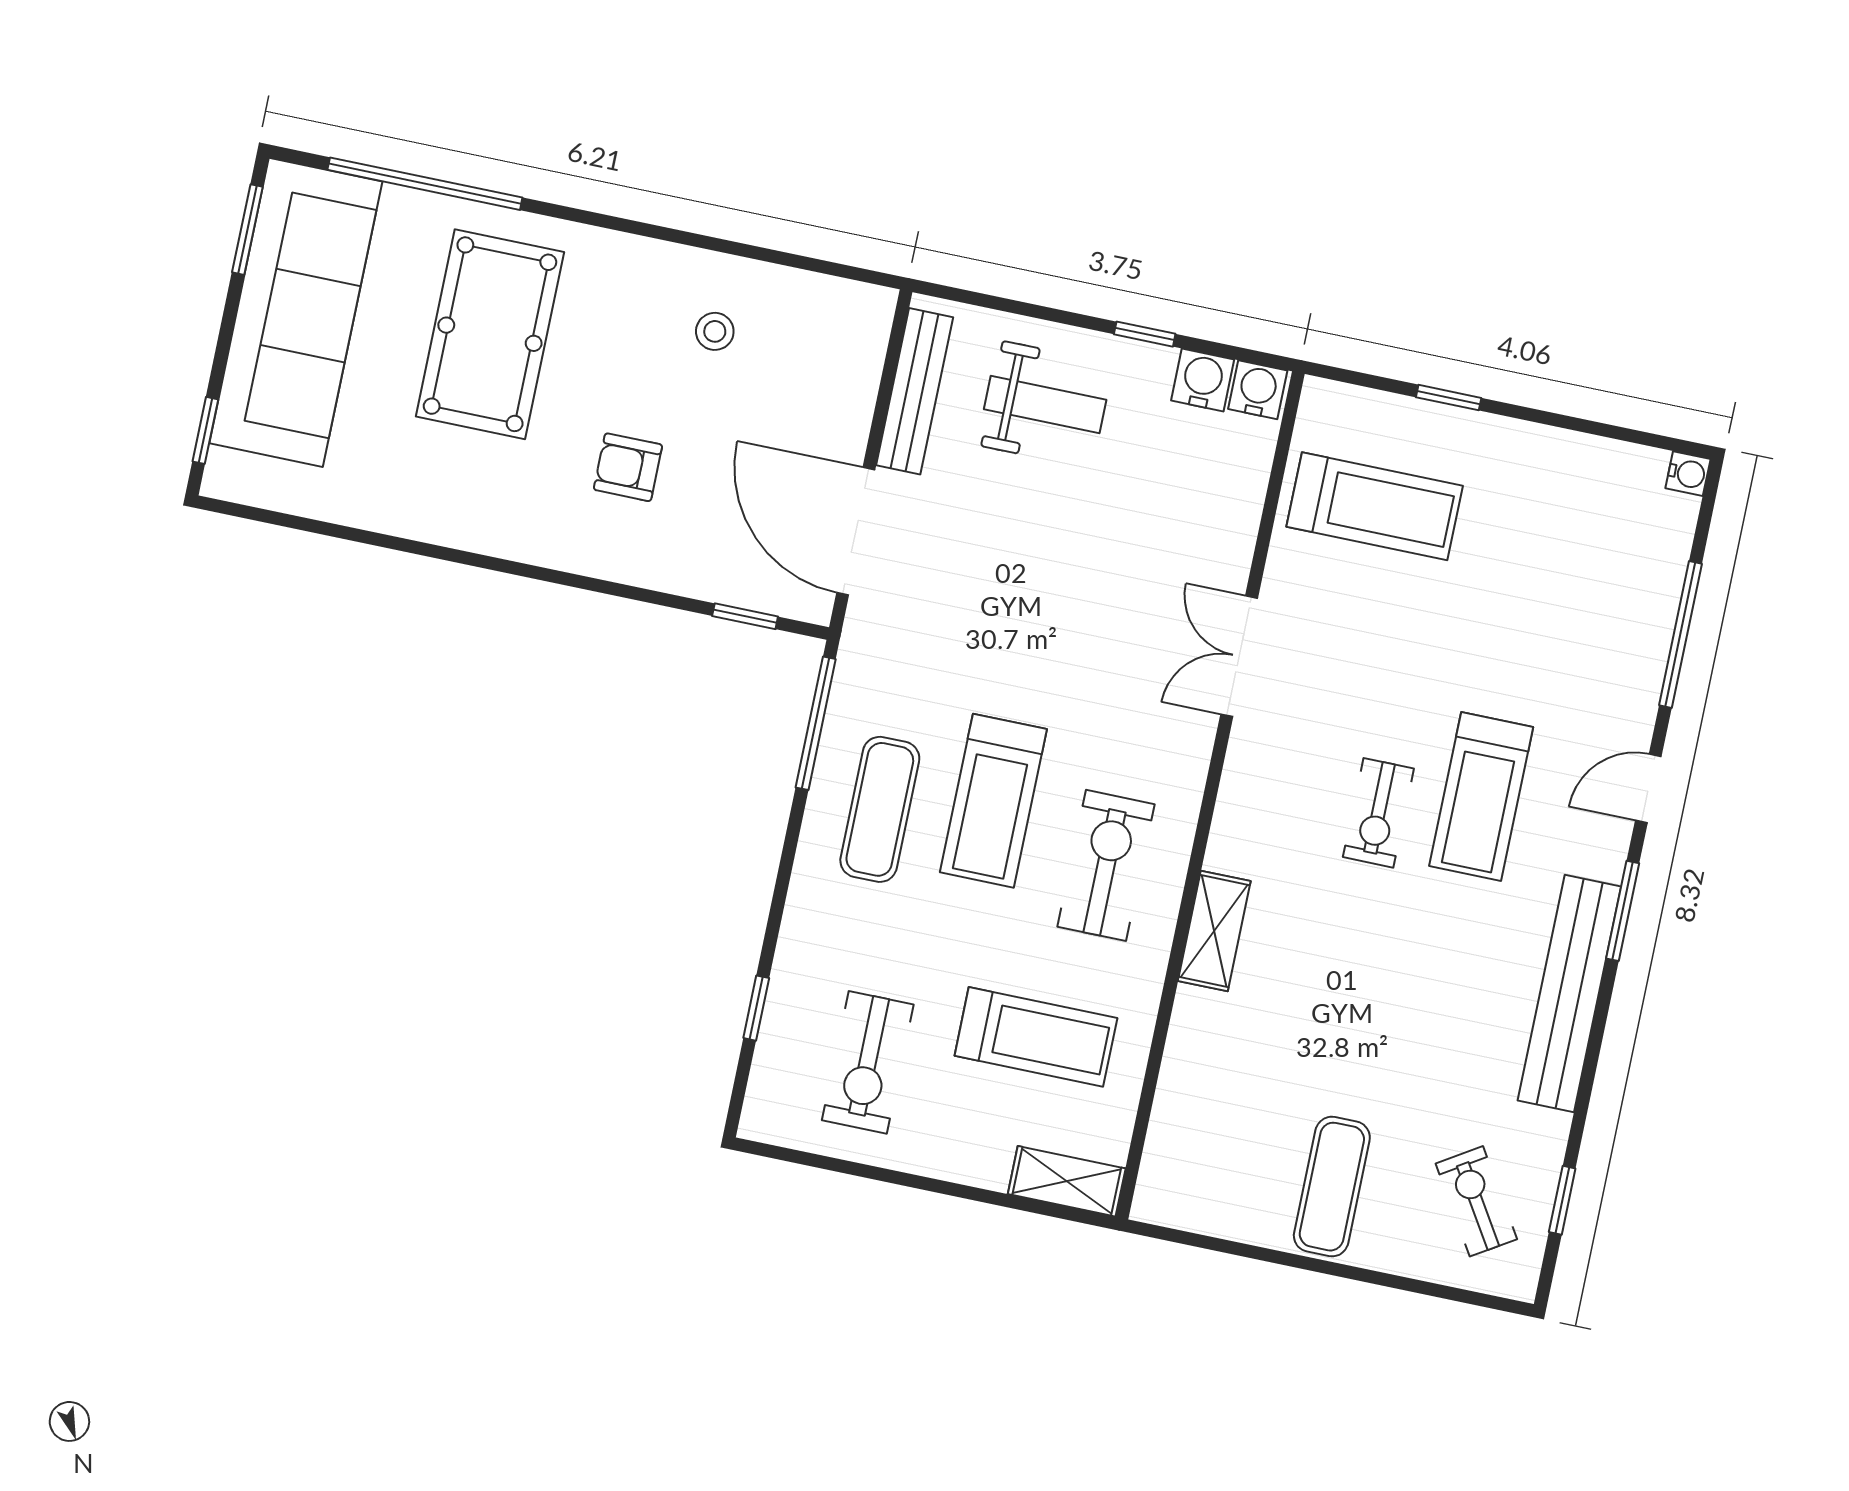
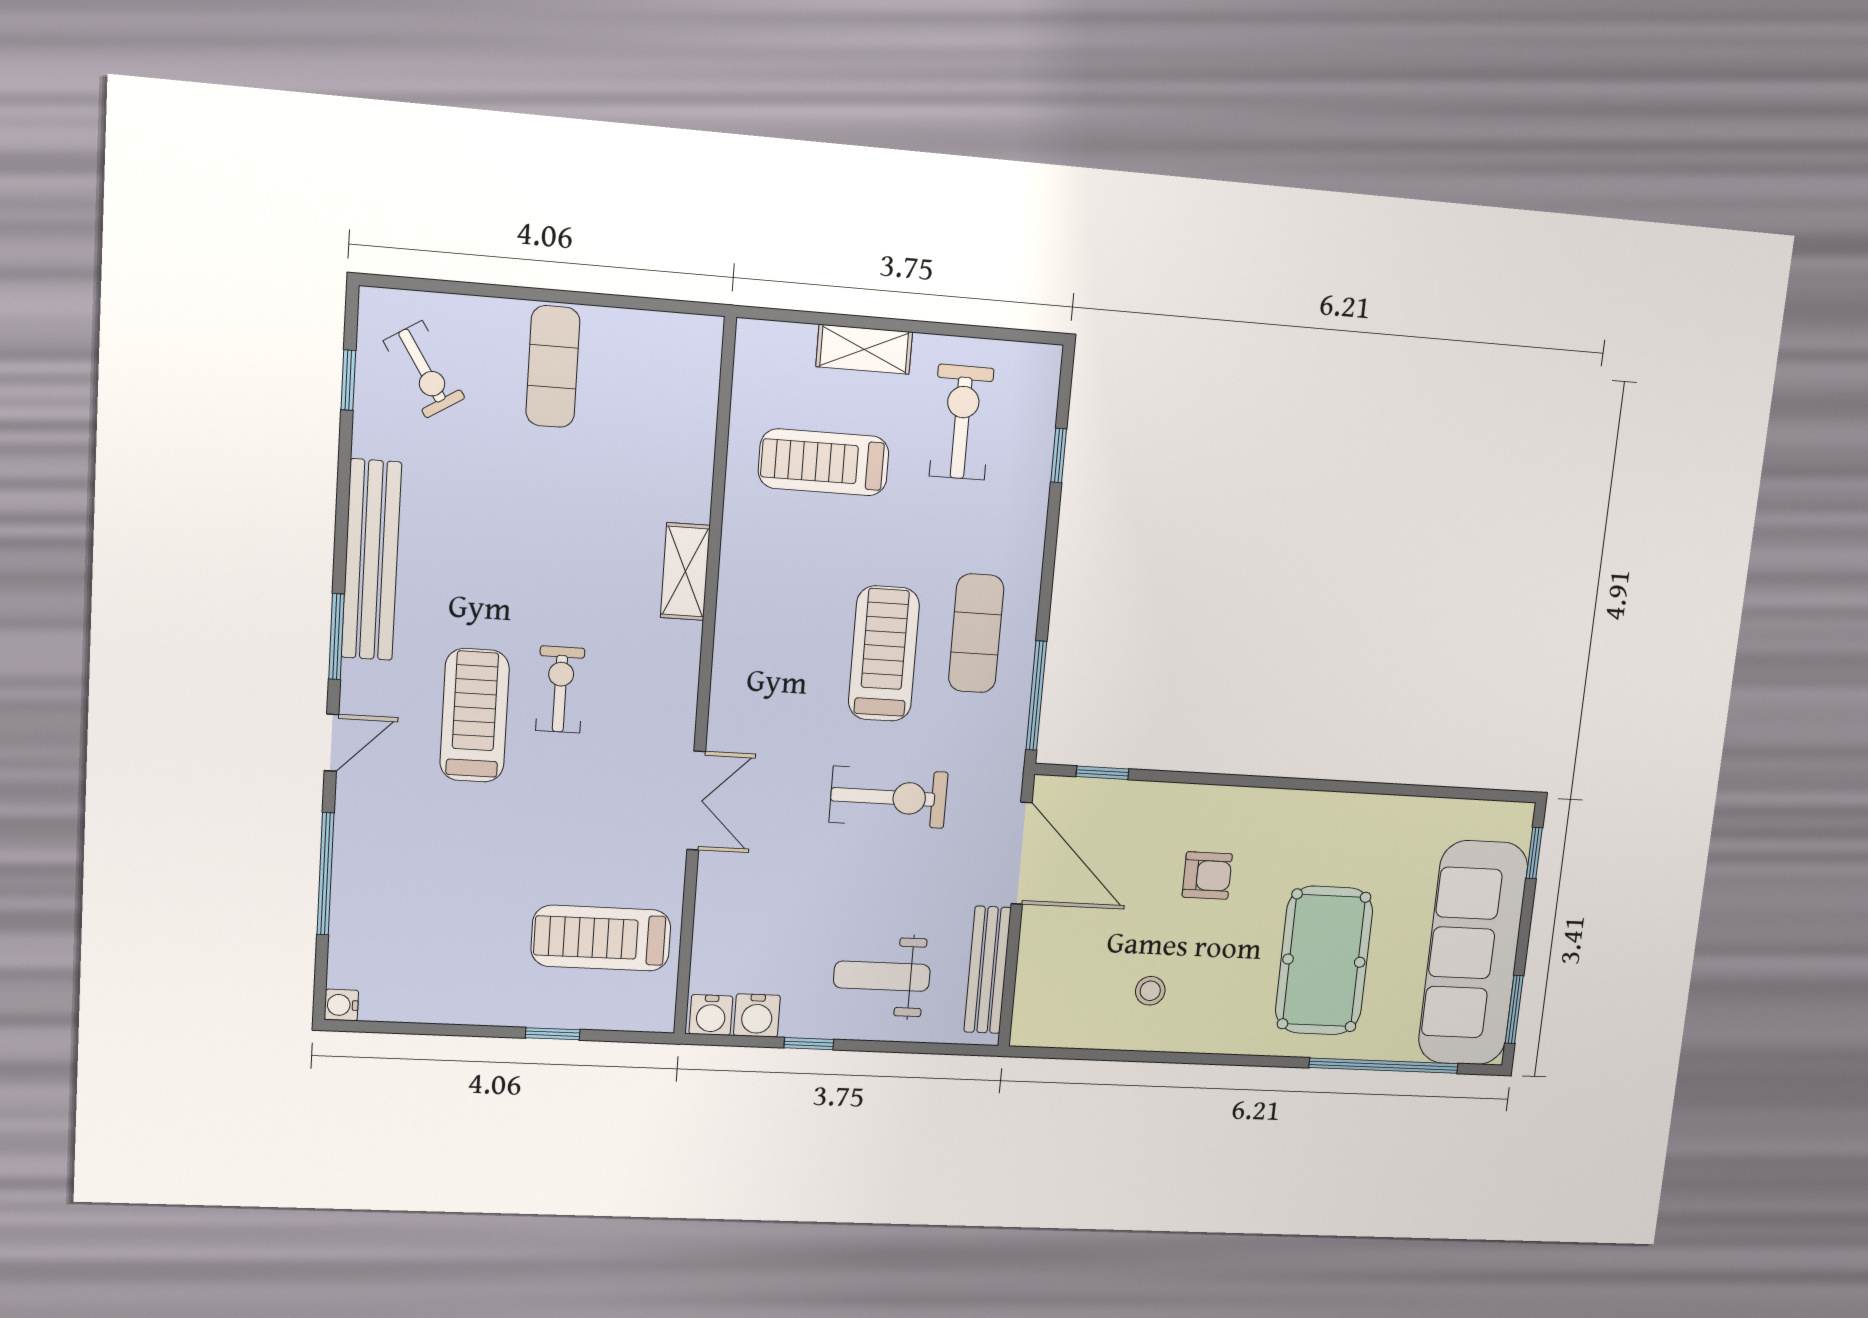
exercise bike: (1106, 865) -> (889, 797), moved, turned -90
shelving: (1067, 1181) -> (864, 349), moved

